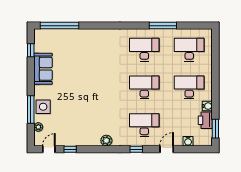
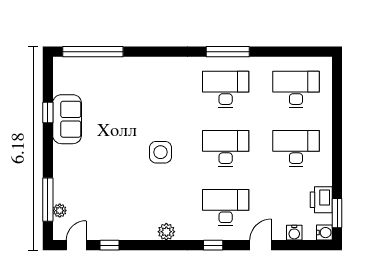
window: (163, 26) -> (228, 52), moved
window: (31, 50) -> (48, 112), moved
water cooler: (207, 106) -> (324, 233), moved
side table: (43, 107) -> (161, 152), moved
window: (31, 110) -> (48, 200), moved

